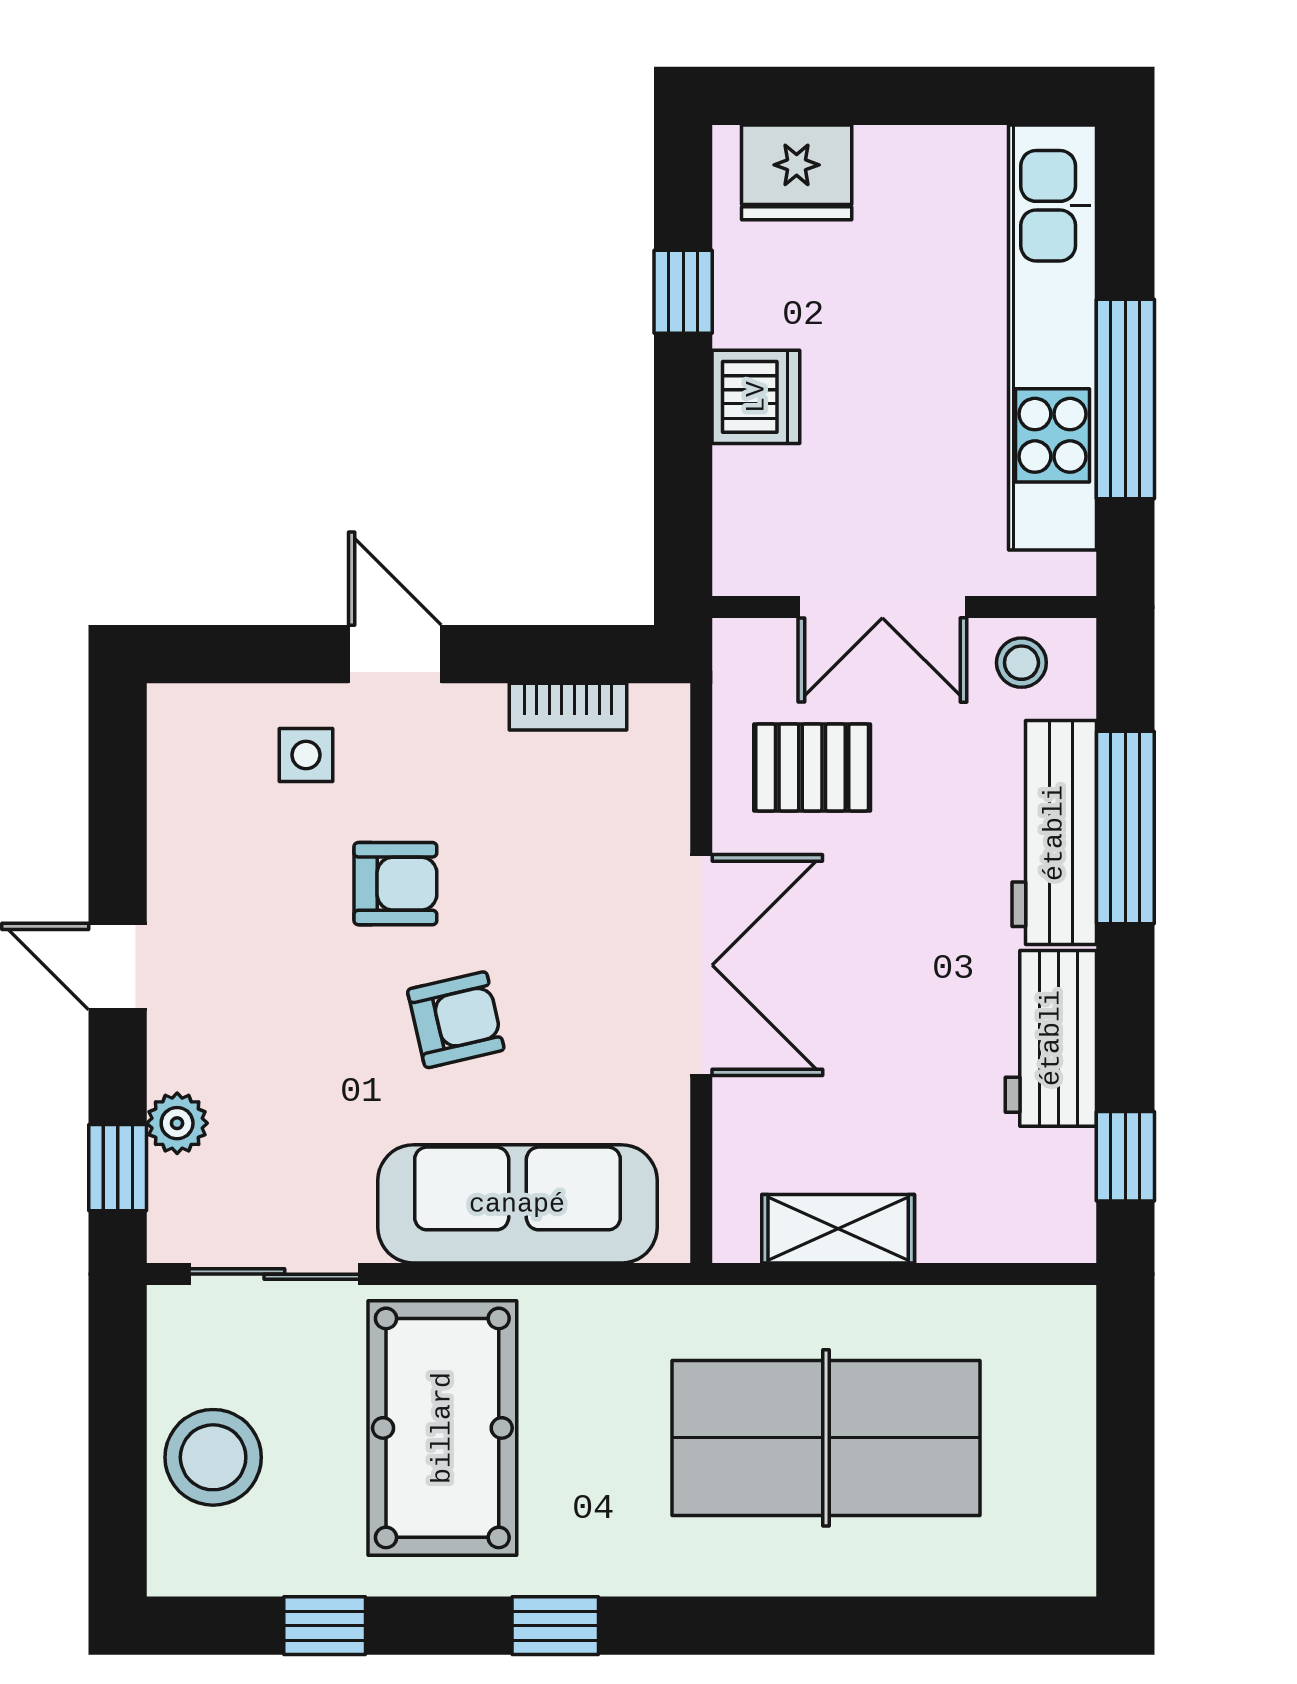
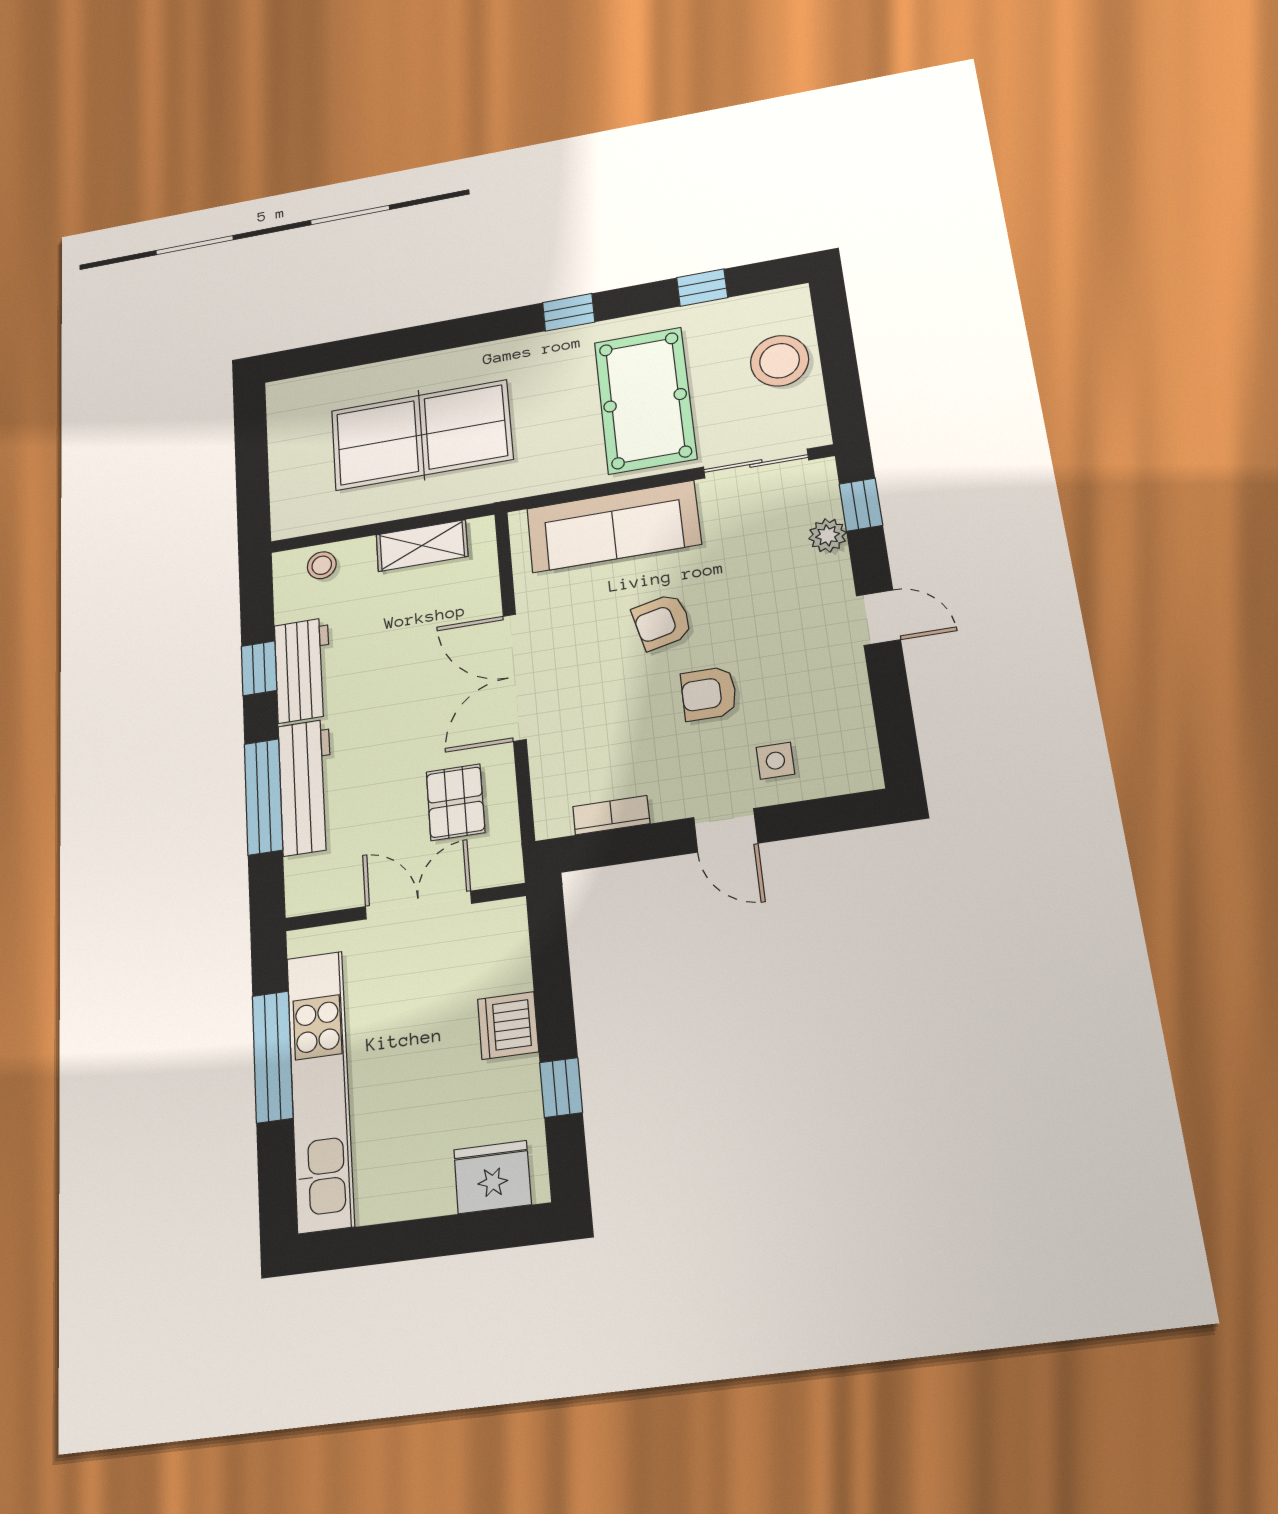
stool: (1021, 663) -> (322, 565), moved
pallet: (812, 767) -> (456, 802), turned 90
window: (1125, 1156) -> (259, 668), moved

